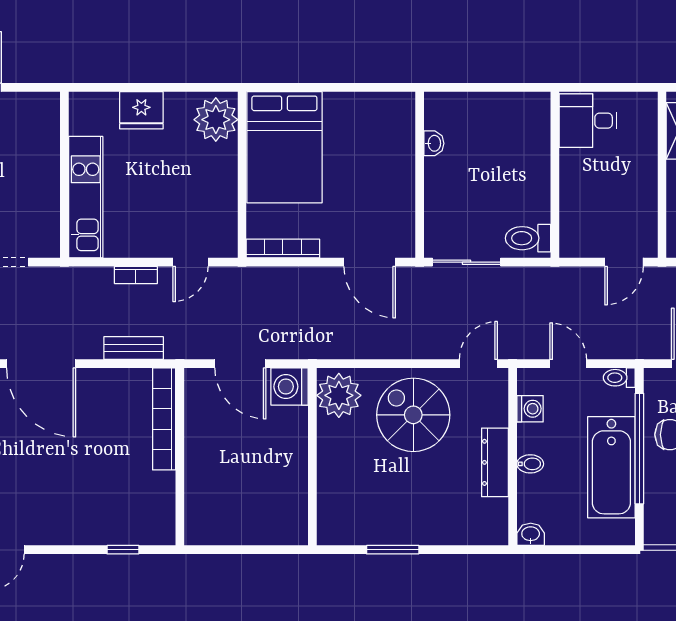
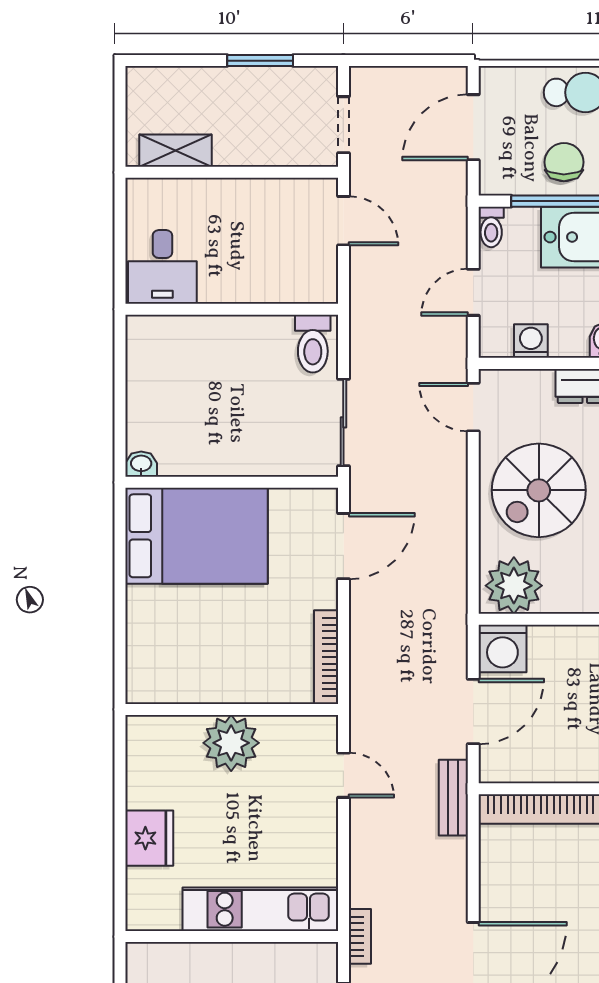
plant: (216, 120) -> (231, 743), moved
washbasin: (434, 143) -> (141, 464), moved
bed: (284, 147) -> (197, 536), moved
bookcase: (136, 275) -> (360, 936), moved
bench: (134, 348) -> (453, 798), moved

